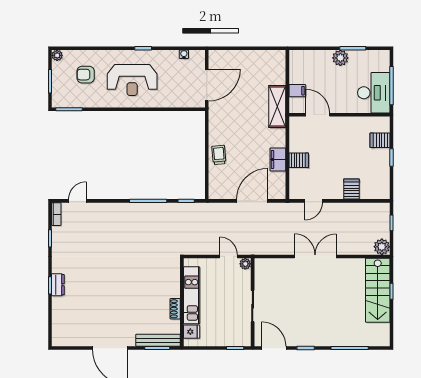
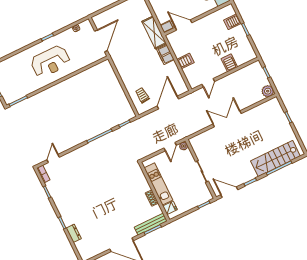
armchair: (86, 75) -> (18, 73), removed
filing cabinet: (297, 91) -> (167, 26), moved
trolley: (219, 155) -> (142, 95), moved
filing cabinet: (278, 159) -> (165, 55), moved
door: (229, 256) -> (170, 147), swing flipped
dresser: (58, 285) -> (74, 233), moved
stairs: (378, 290) -> (275, 159), moved, turned 90

